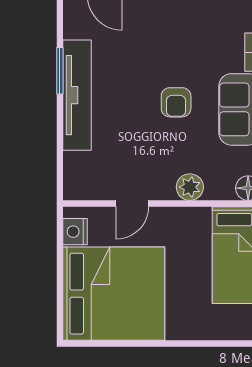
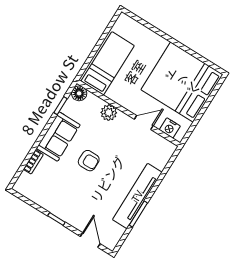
armchair: (176, 102) -> (89, 161), turned 90
nightstand: (75, 232) -> (170, 128), moved, turned 90

